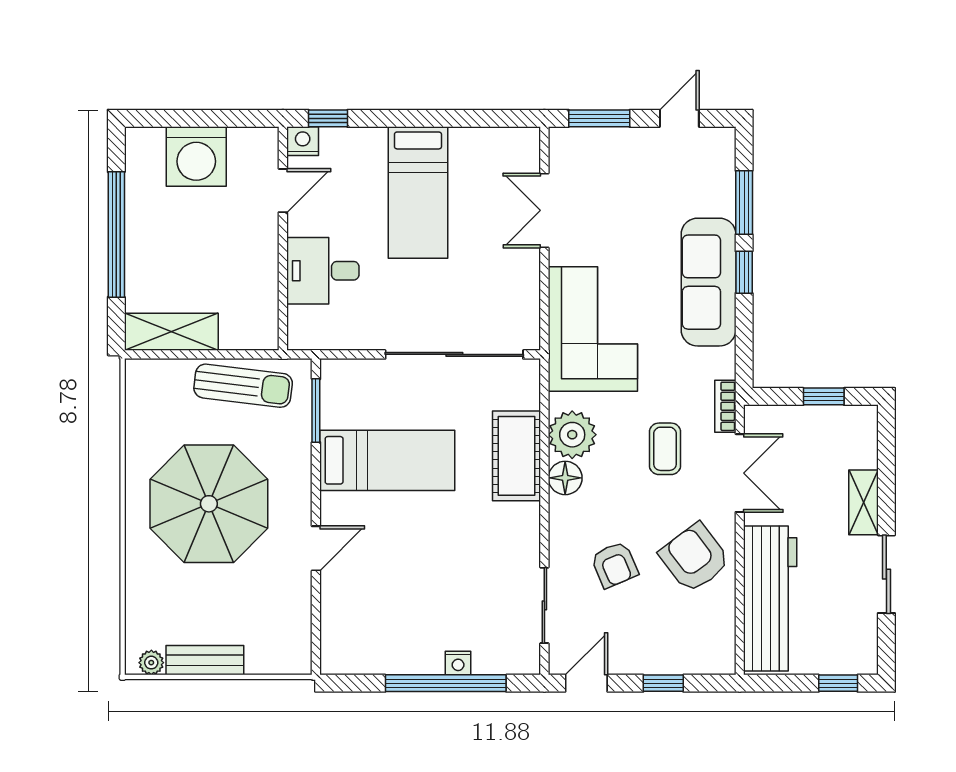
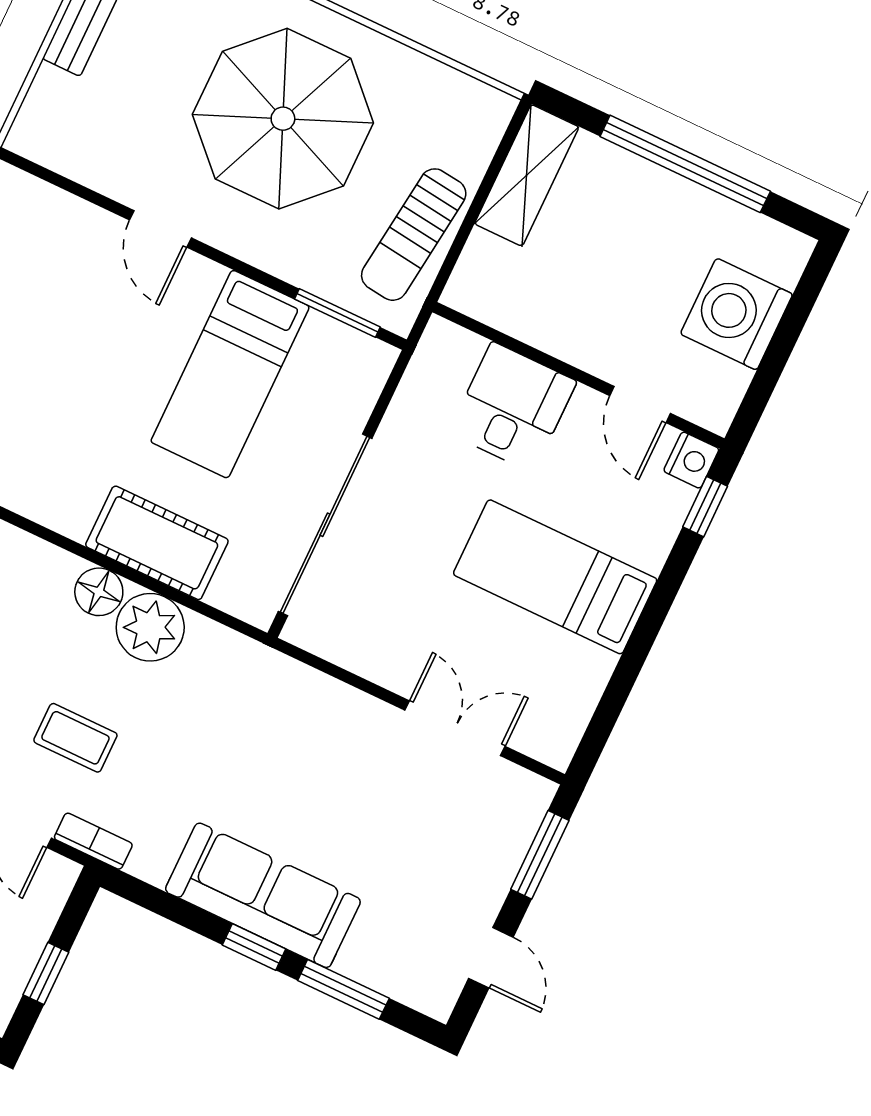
corner sofa: (593, 329) -> (273, 718), removed

